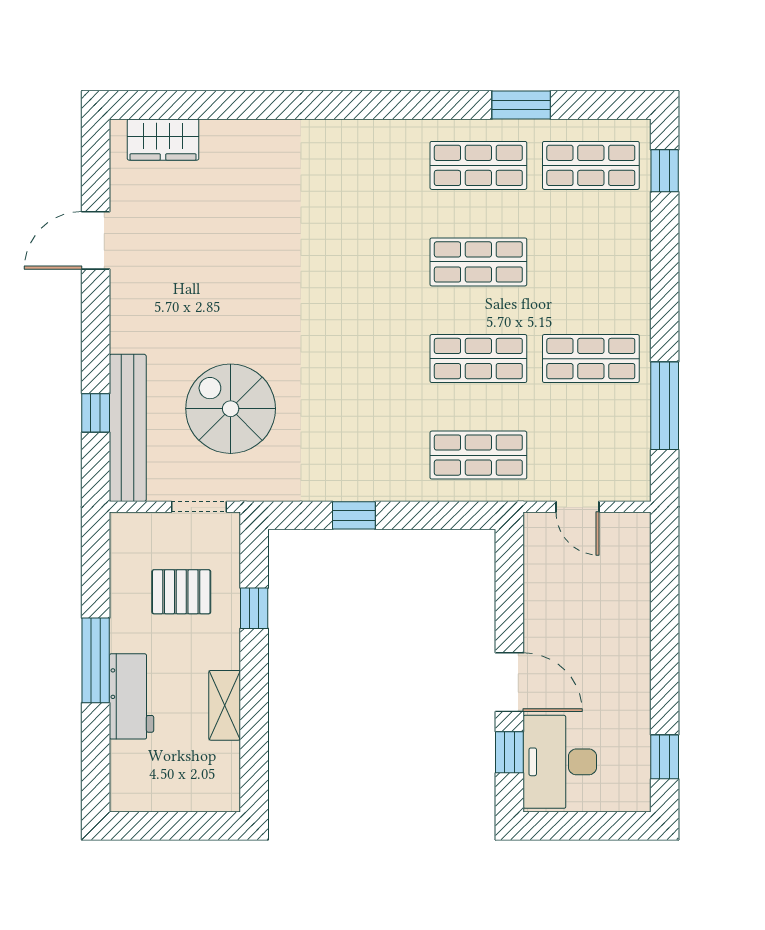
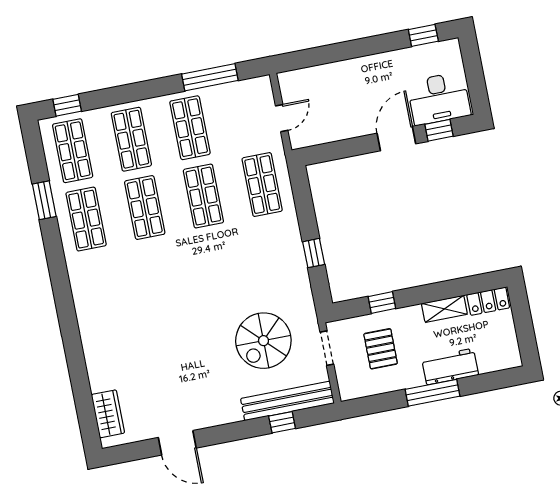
shop shelf: (591, 262) -> (131, 139), added
locker: (223, 777) -> (488, 301), added

